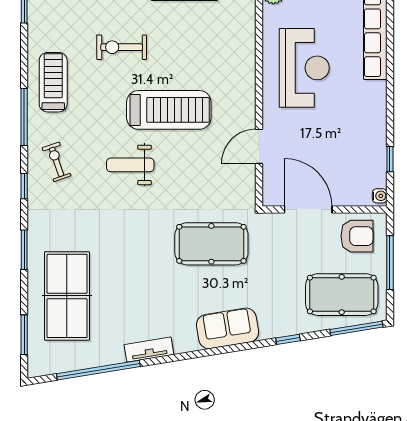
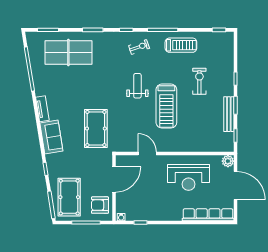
armchair: (357, 236) -> (100, 205), turned 90
tv unit: (149, 350) -> (42, 109), moved

